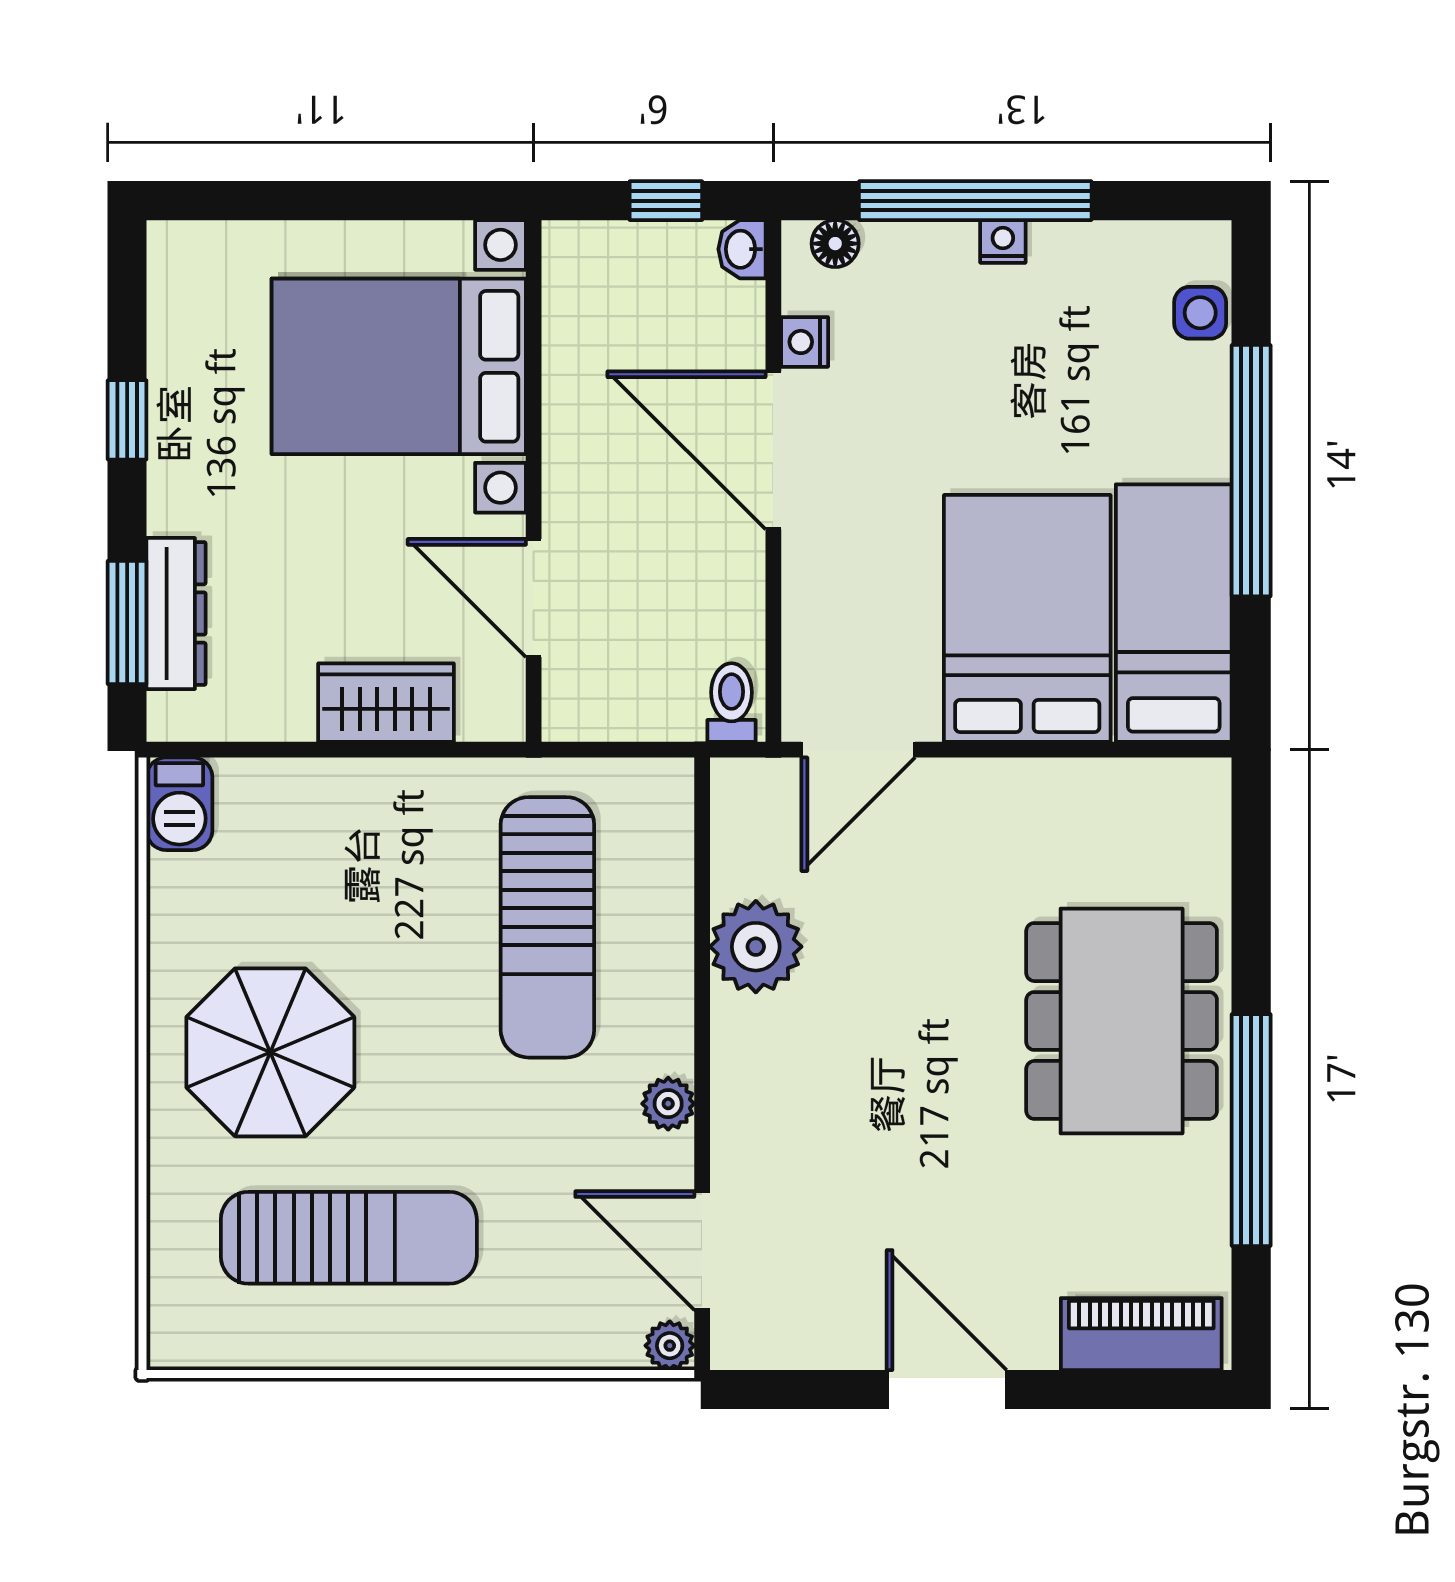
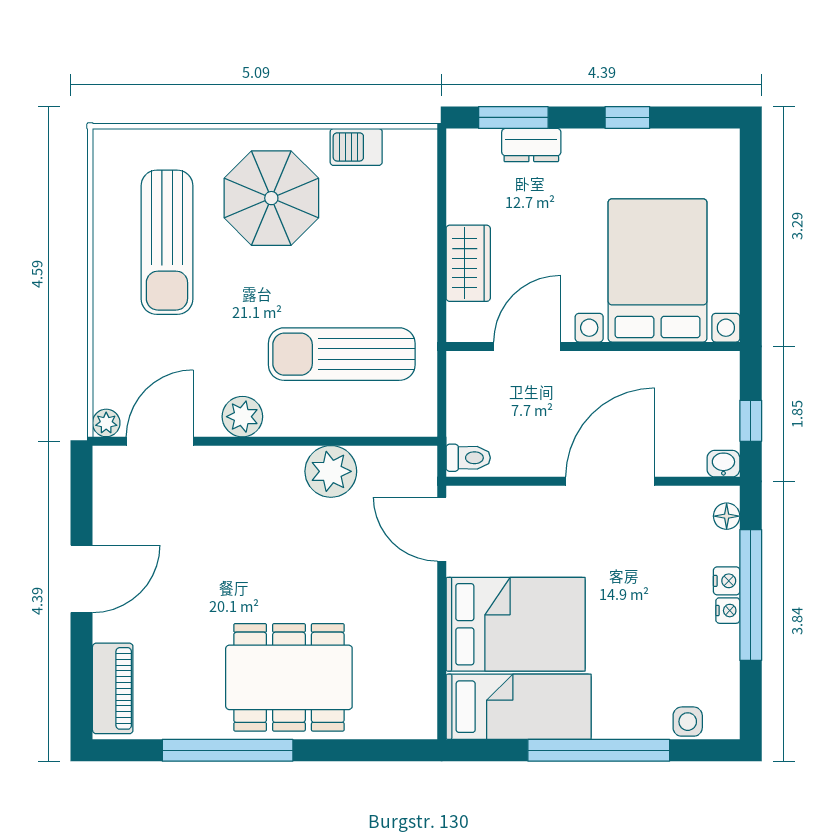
nightstand: (805, 342) -> (727, 581), moved, turned 90
dresser: (176, 614) -> (531, 145), width x0.70
barbecue: (179, 804) -> (356, 147), moved
plant: (668, 1104) -> (242, 417), width x1.38, depth x1.38

